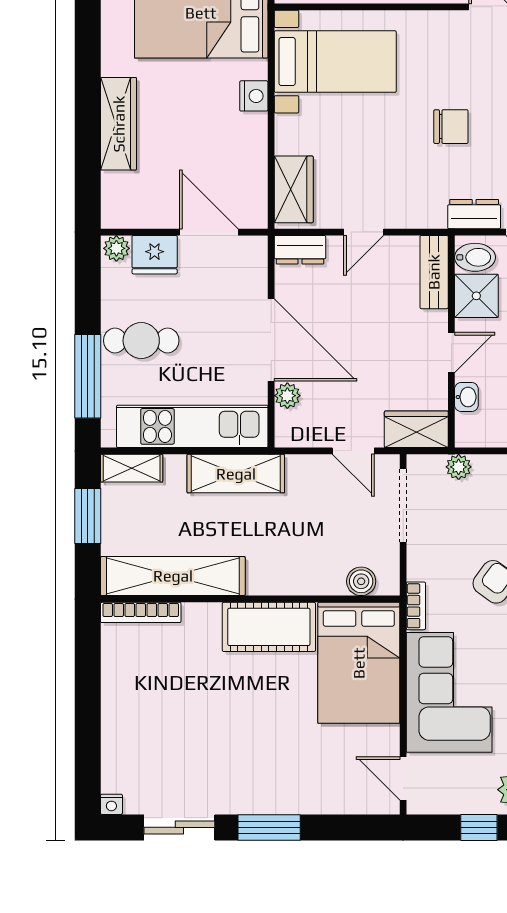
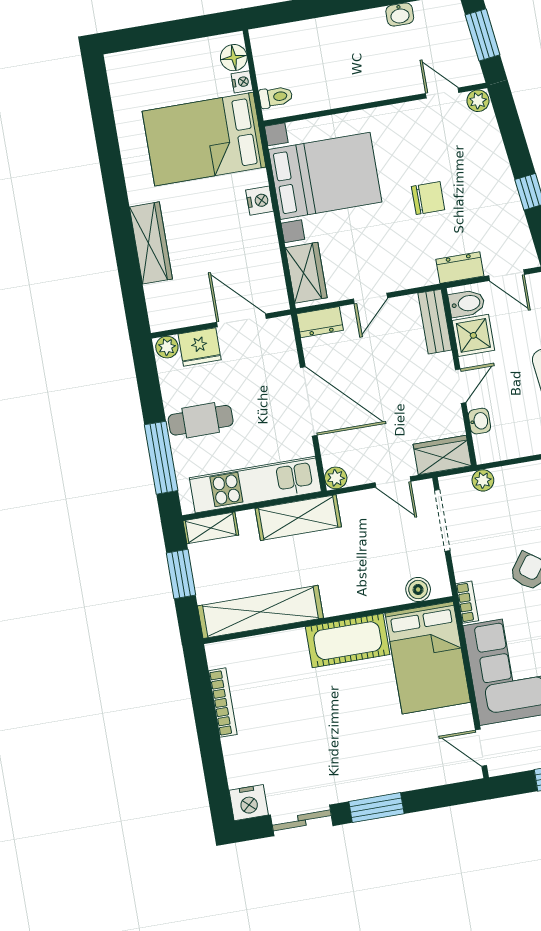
bed with nightstands: (335, 62) -> (325, 176), width x1.36
plant: (287, 396) -> (336, 478), moved
bookcase: (141, 612) -> (223, 703), moved, turned -90
nightstand: (111, 804) -> (249, 803), width x1.89, depth x1.79

